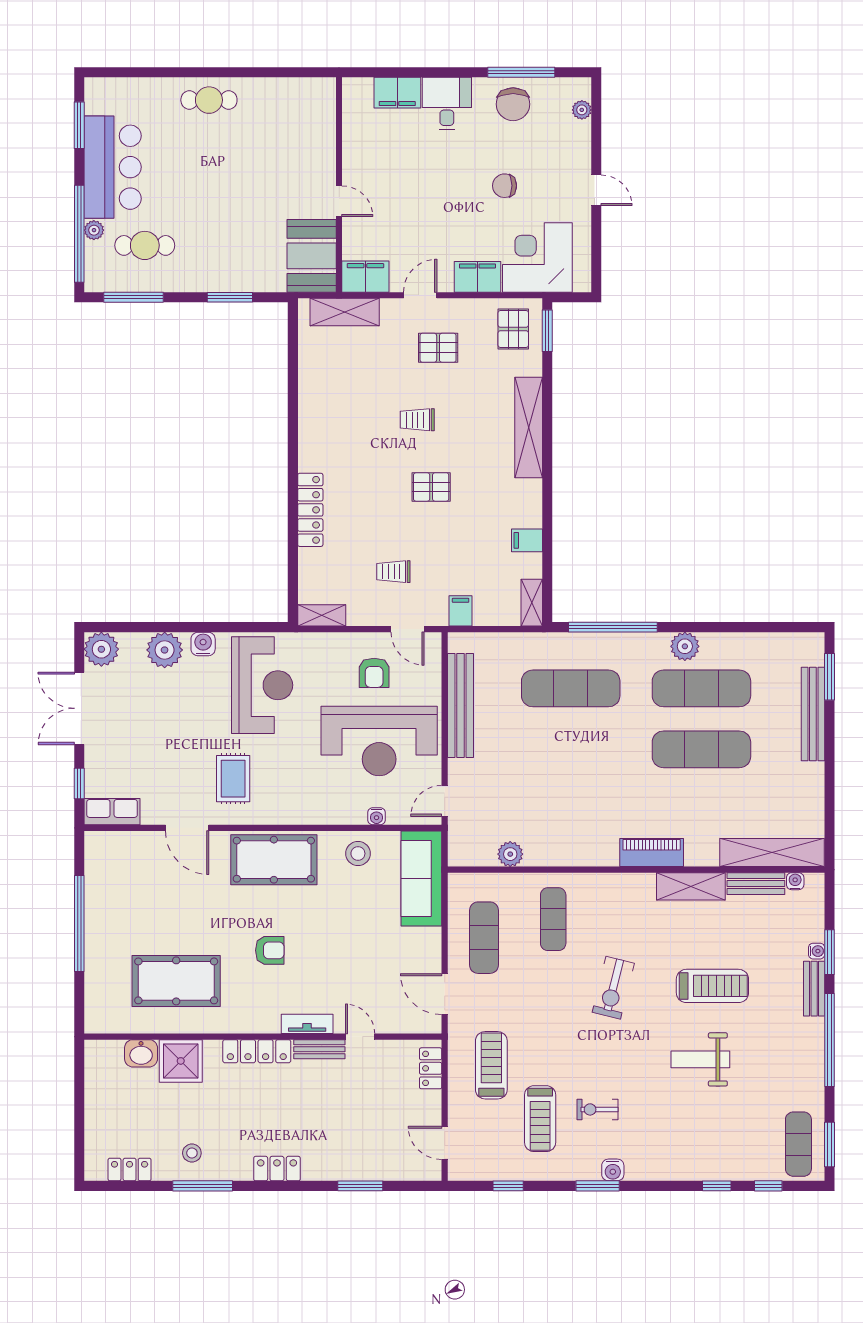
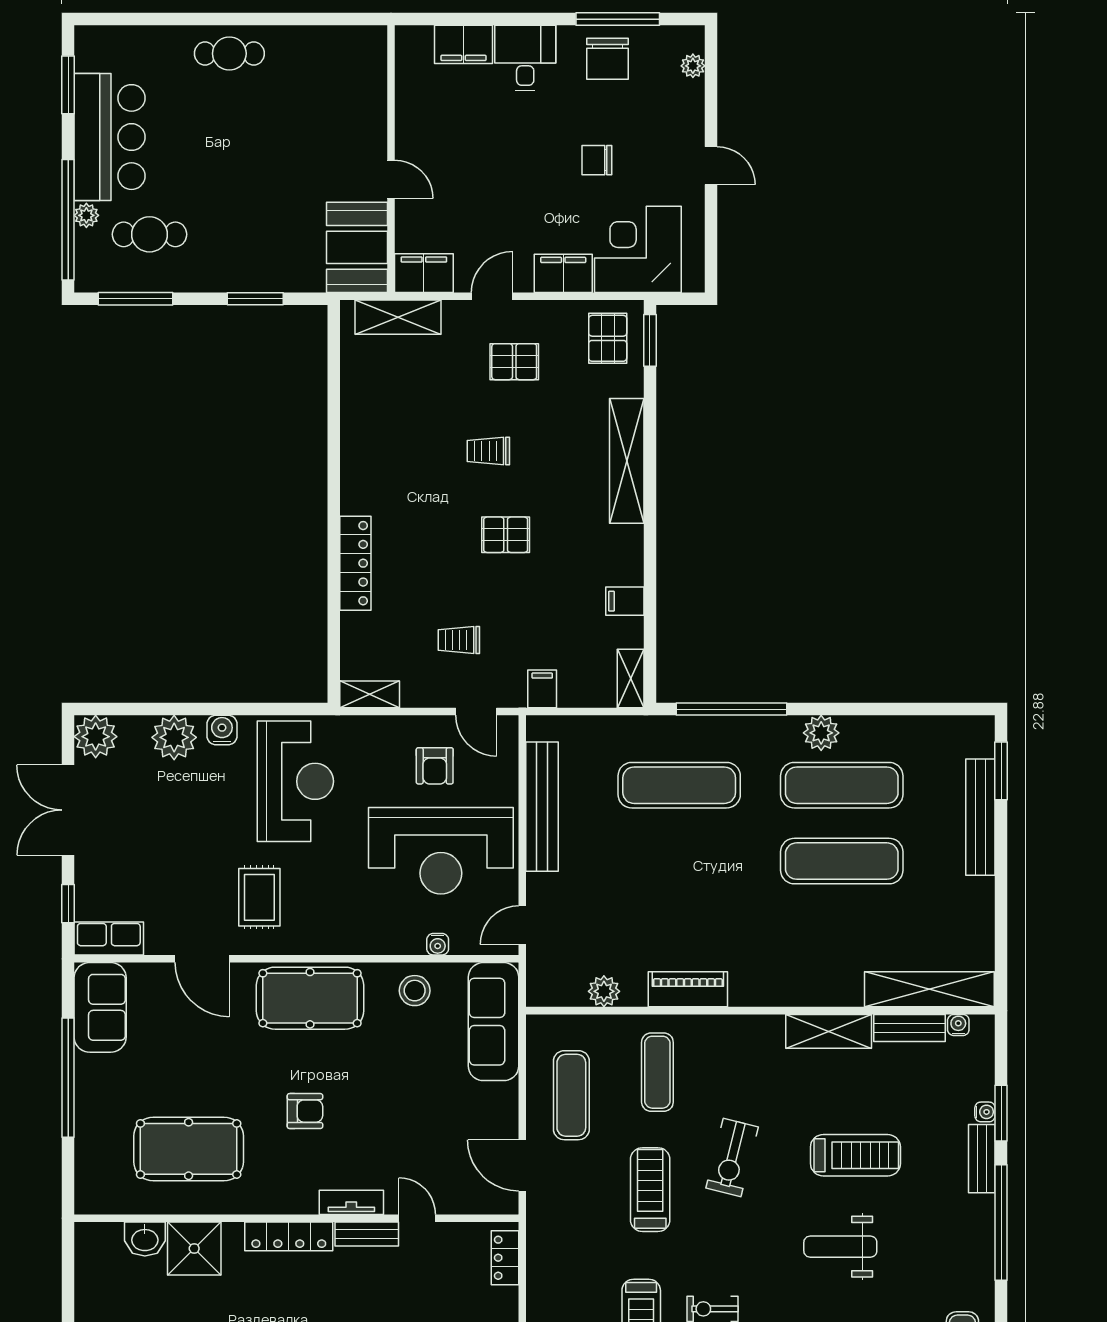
piano: (652, 853) -> (688, 989), moved
sofa: (105, 867) -> (100, 1007), added
treadmill: (491, 1065) -> (650, 1190), moved

